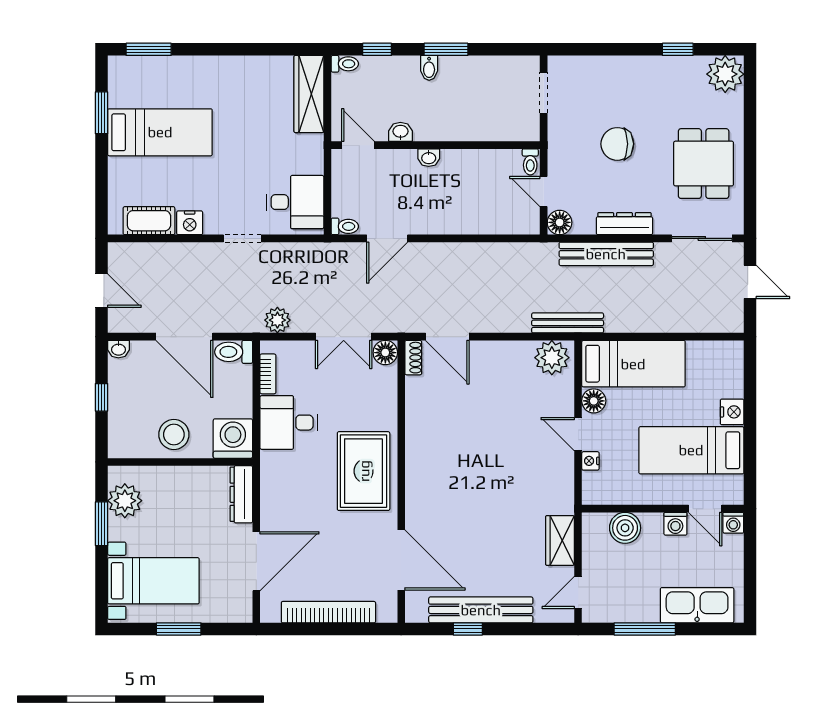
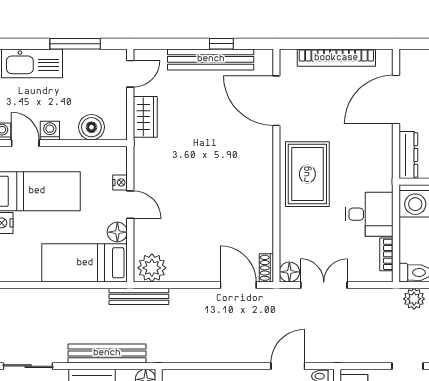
plant: (277, 320) -> (414, 299), moved

